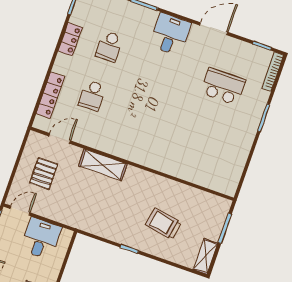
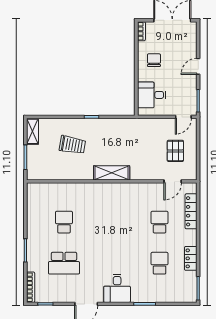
school desk: (206, 135) -> (64, 222), added
shelving: (103, 165) -> (112, 173), moved
desk: (41, 238) -> (152, 95), moved, turned 90

